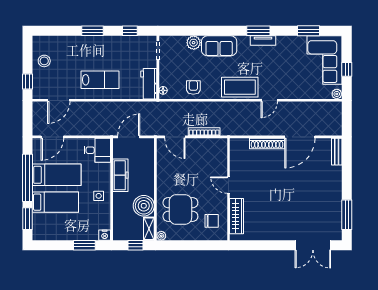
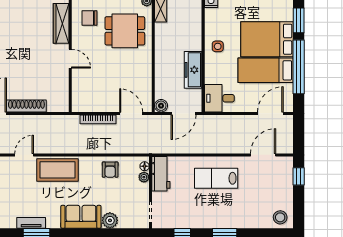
stool: (44, 61) -> (280, 217), moved
plant: (164, 81) -> (144, 177), added
bed: (55, 202) -> (267, 39), width x1.50
boiler: (144, 206) -> (161, 106), moved, width x0.54, depth x0.54

